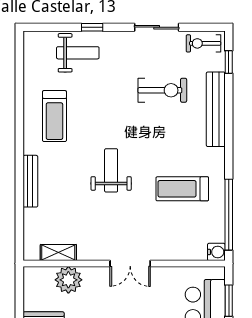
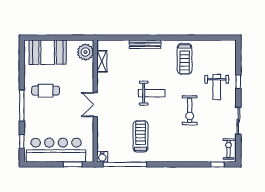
weight bench: (78, 53) -> (217, 87), moved
exercise bike: (162, 90) -> (190, 110), moved
bench: (216, 109) -> (189, 156), removed
treadmill: (54, 116) -> (185, 59), turned -90
plant: (68, 280) -> (85, 52), moved

